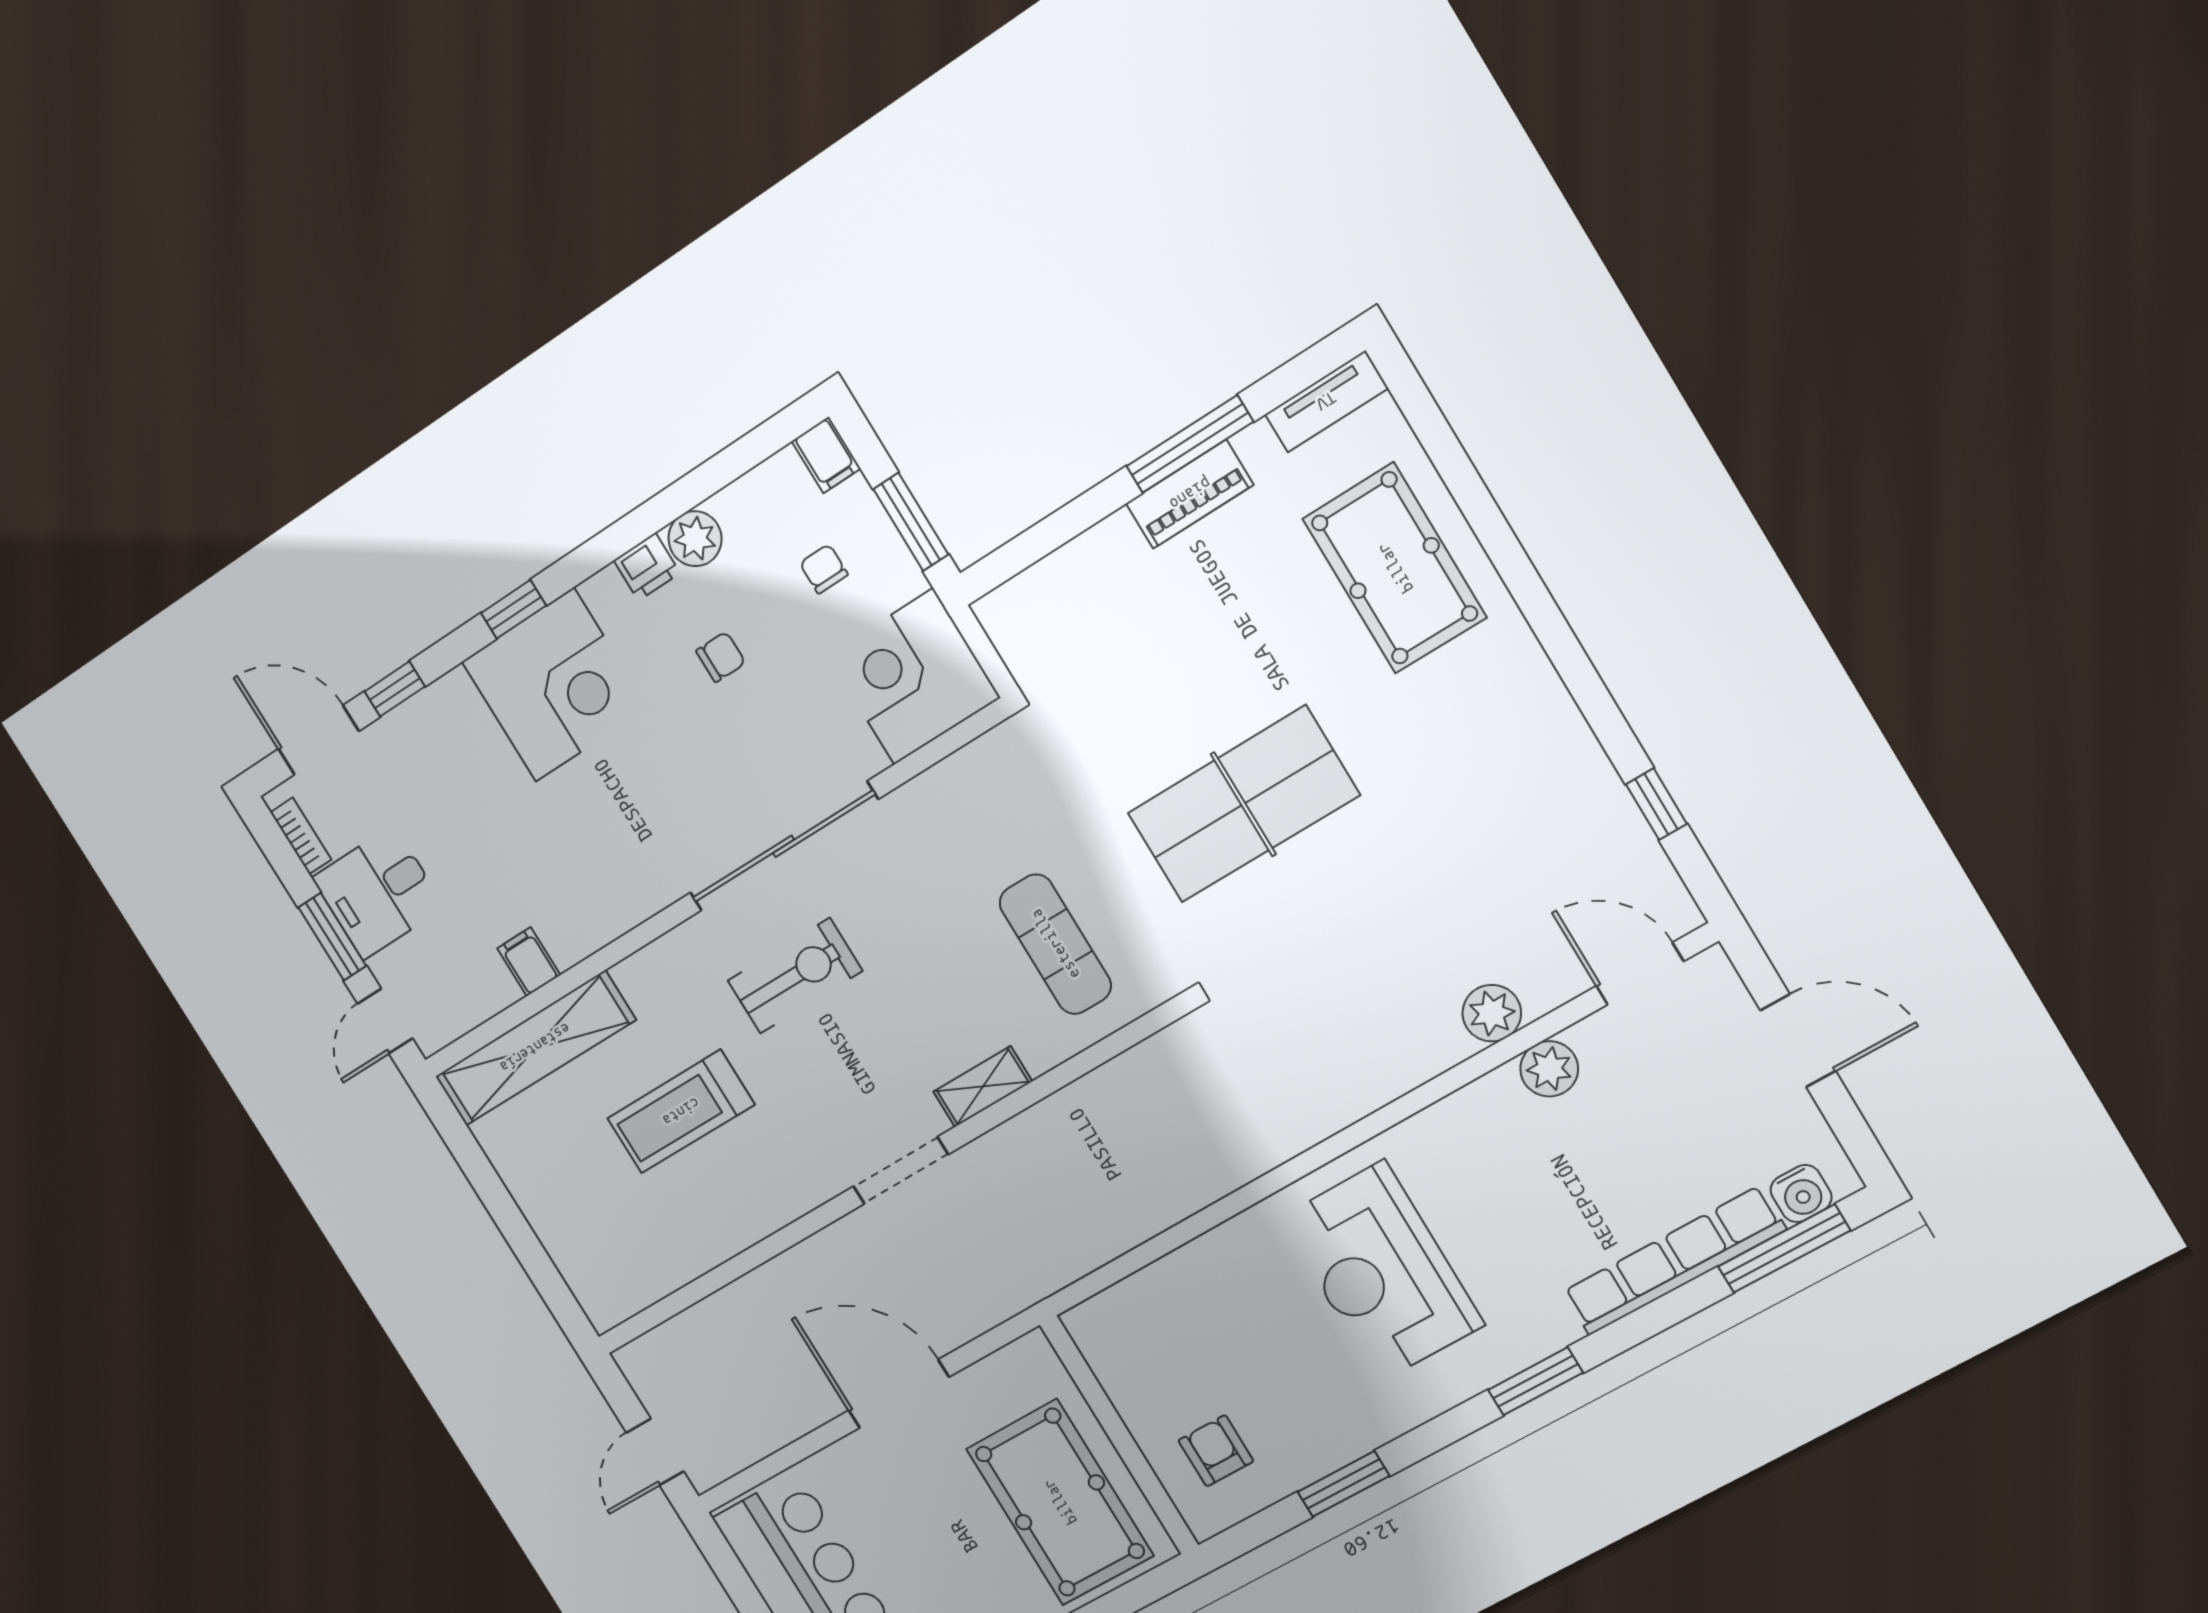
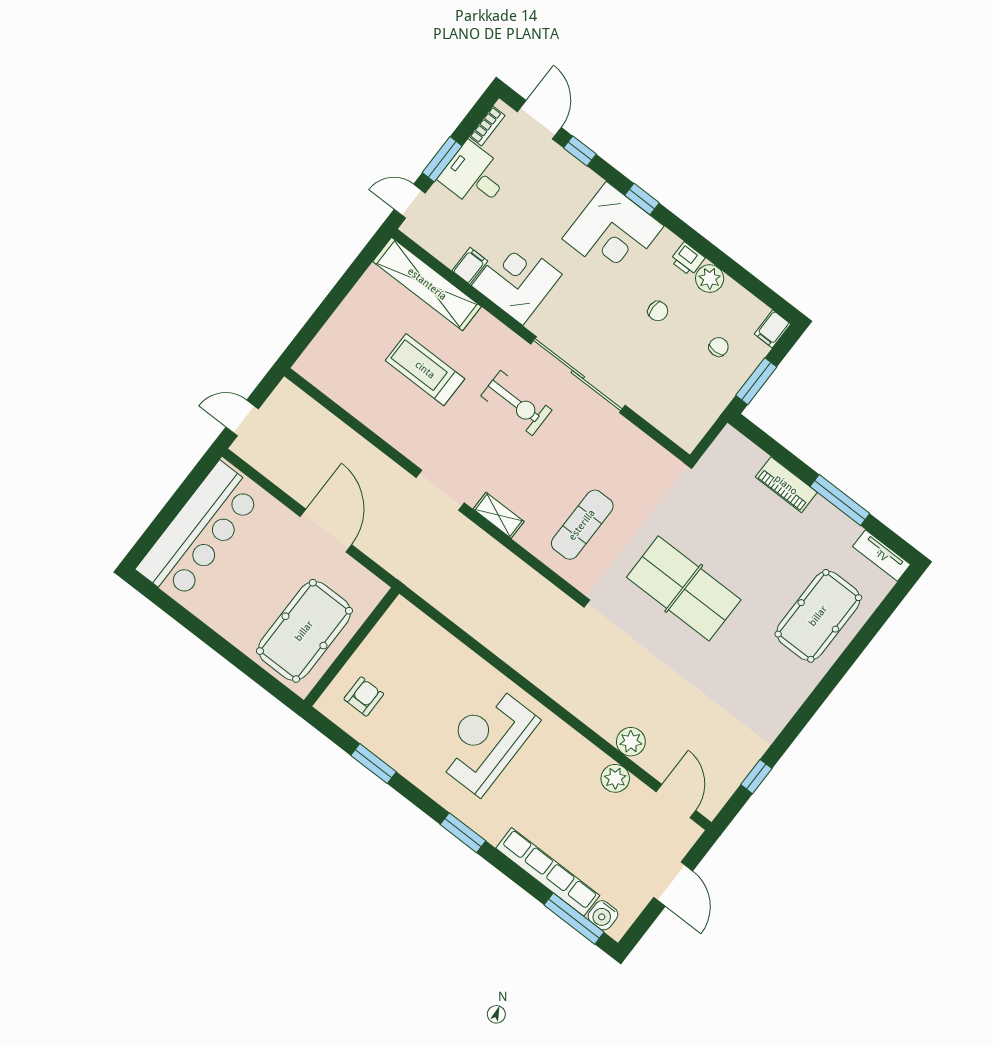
piano: (1190, 494) -> (786, 485), moved
corner desk: (914, 677) -> (517, 280), moved

